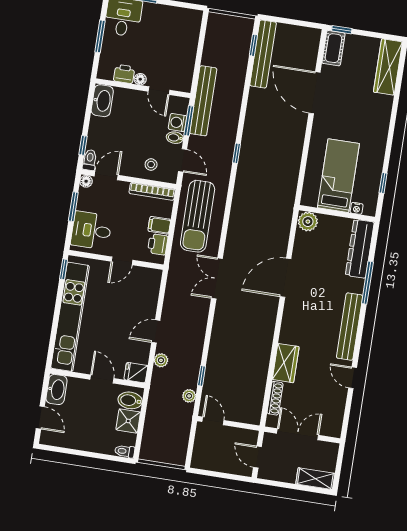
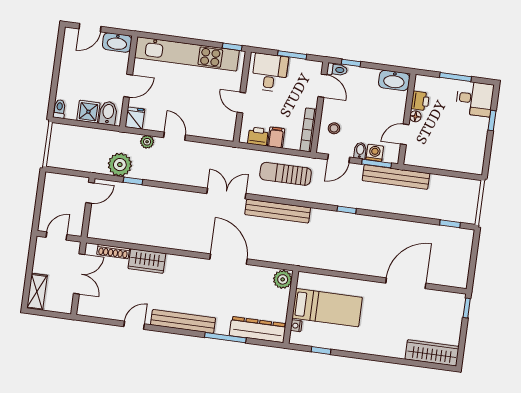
cot: (333, 48) -> (449, 300), removed
bench: (263, 54) -> (278, 211), moved
floor lamp: (86, 181) -> (317, 67), removed
sun lounger: (198, 216) -> (286, 174), width x0.73, depth x0.75
plant: (189, 396) -> (120, 165), width x1.88, depth x1.88

